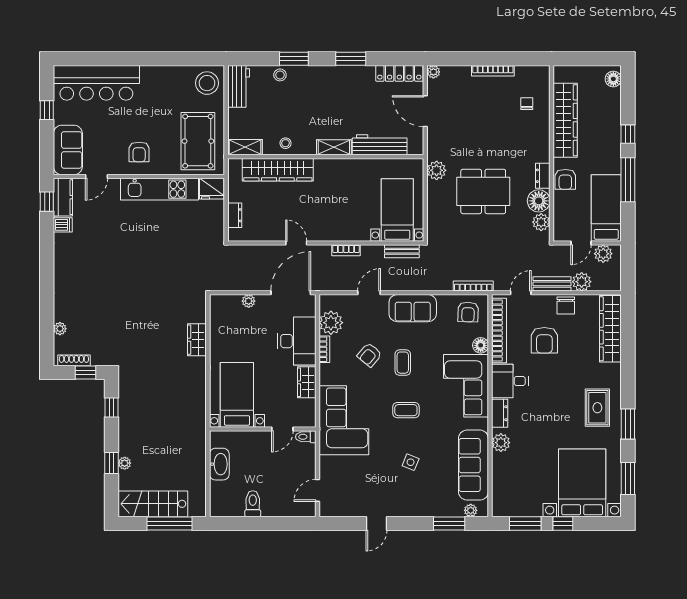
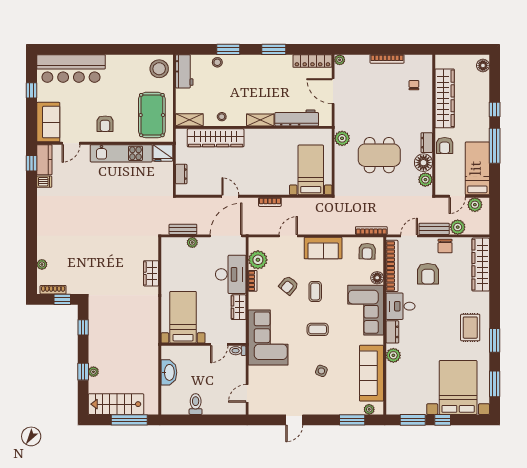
bench: (402, 251) -> (183, 229), moved

